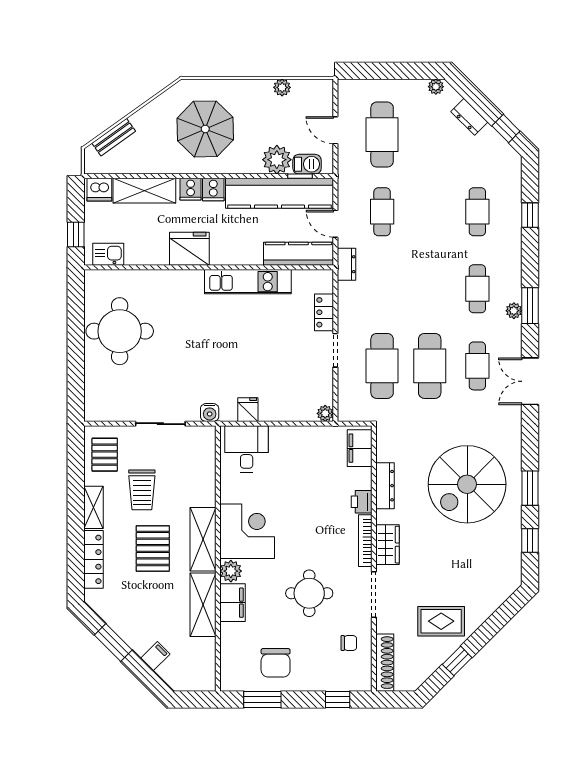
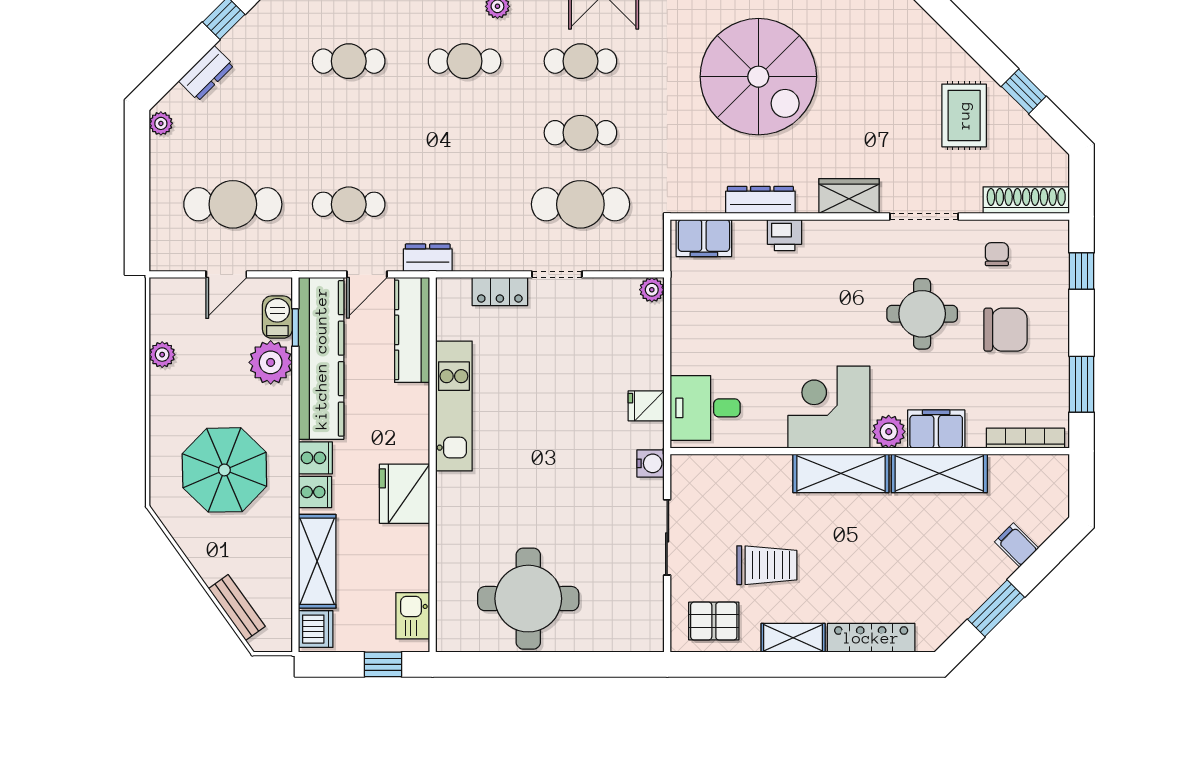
cafe table: (430, 366) -> (580, 133), width x0.73, depth x0.74
bookcase: (365, 541) -> (1025, 438), moved, turned 180
pallet: (153, 548) -> (855, 549), removed
chair: (276, 663) -> (1005, 330), moved

